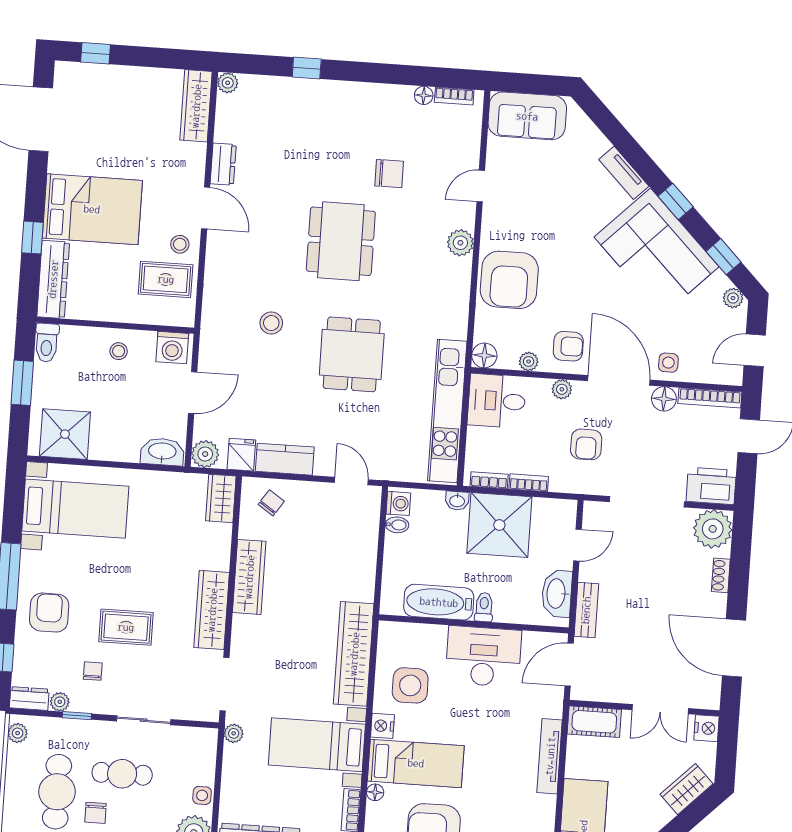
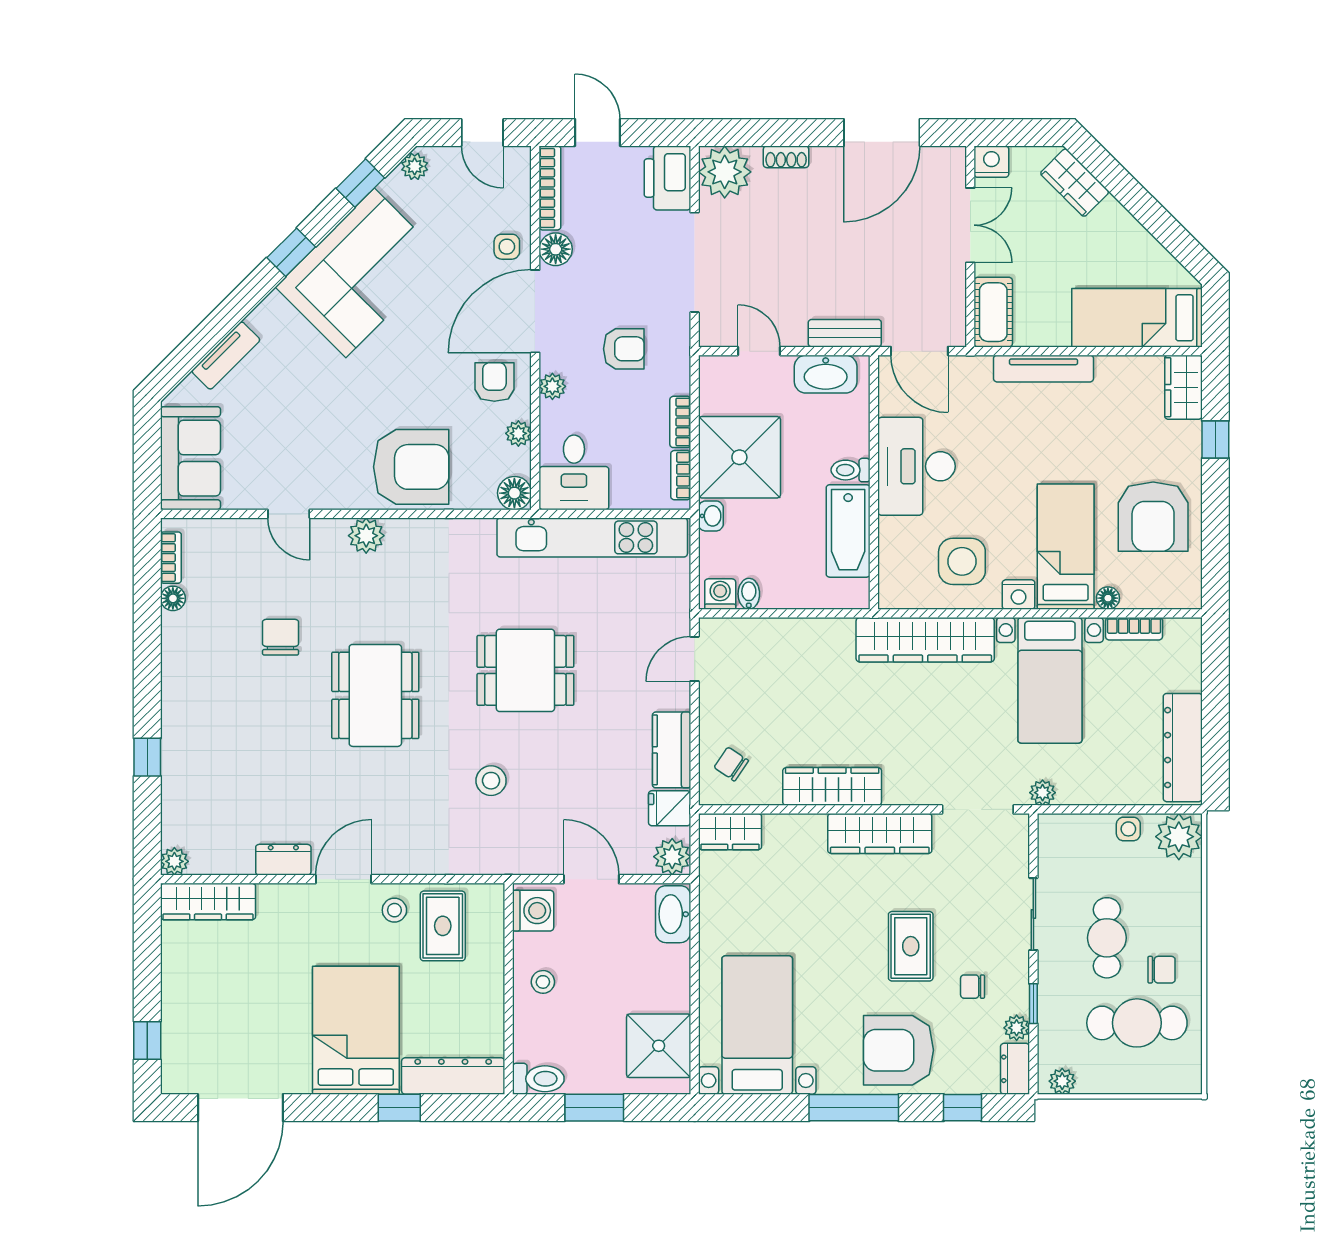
tv unit: (624, 173) -> (226, 356), moved
dining table: (341, 241) -> (375, 695), turned 90
armchair: (49, 613) -> (898, 1050), width x1.36, depth x1.36

